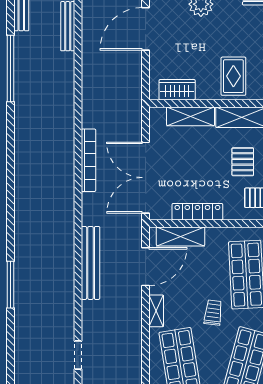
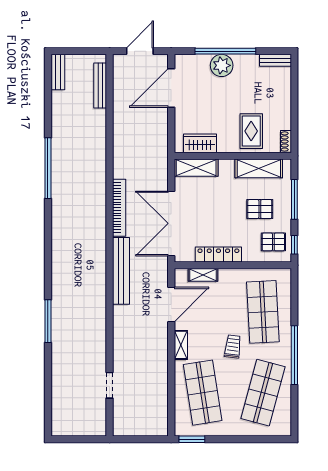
window: (10, 68) -> (48, 168), moved
shelving: (191, 116) -> (196, 168), moved
pallet: (243, 162) -> (260, 209), turned 90
shelving: (181, 236) -> (203, 275), width x0.67, depth x0.75
bench: (91, 263) -> (121, 271), moved

